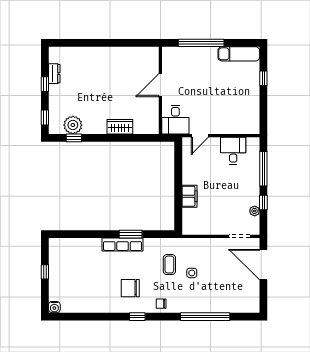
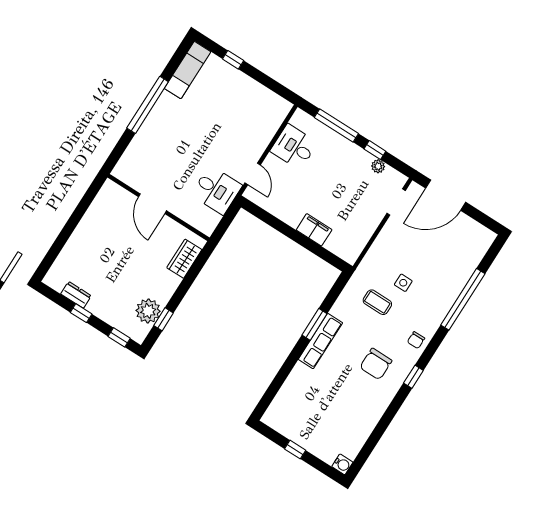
door: (160, 85) -> (152, 204), moved
wall: (160, 90) -> (158, 208), moved

